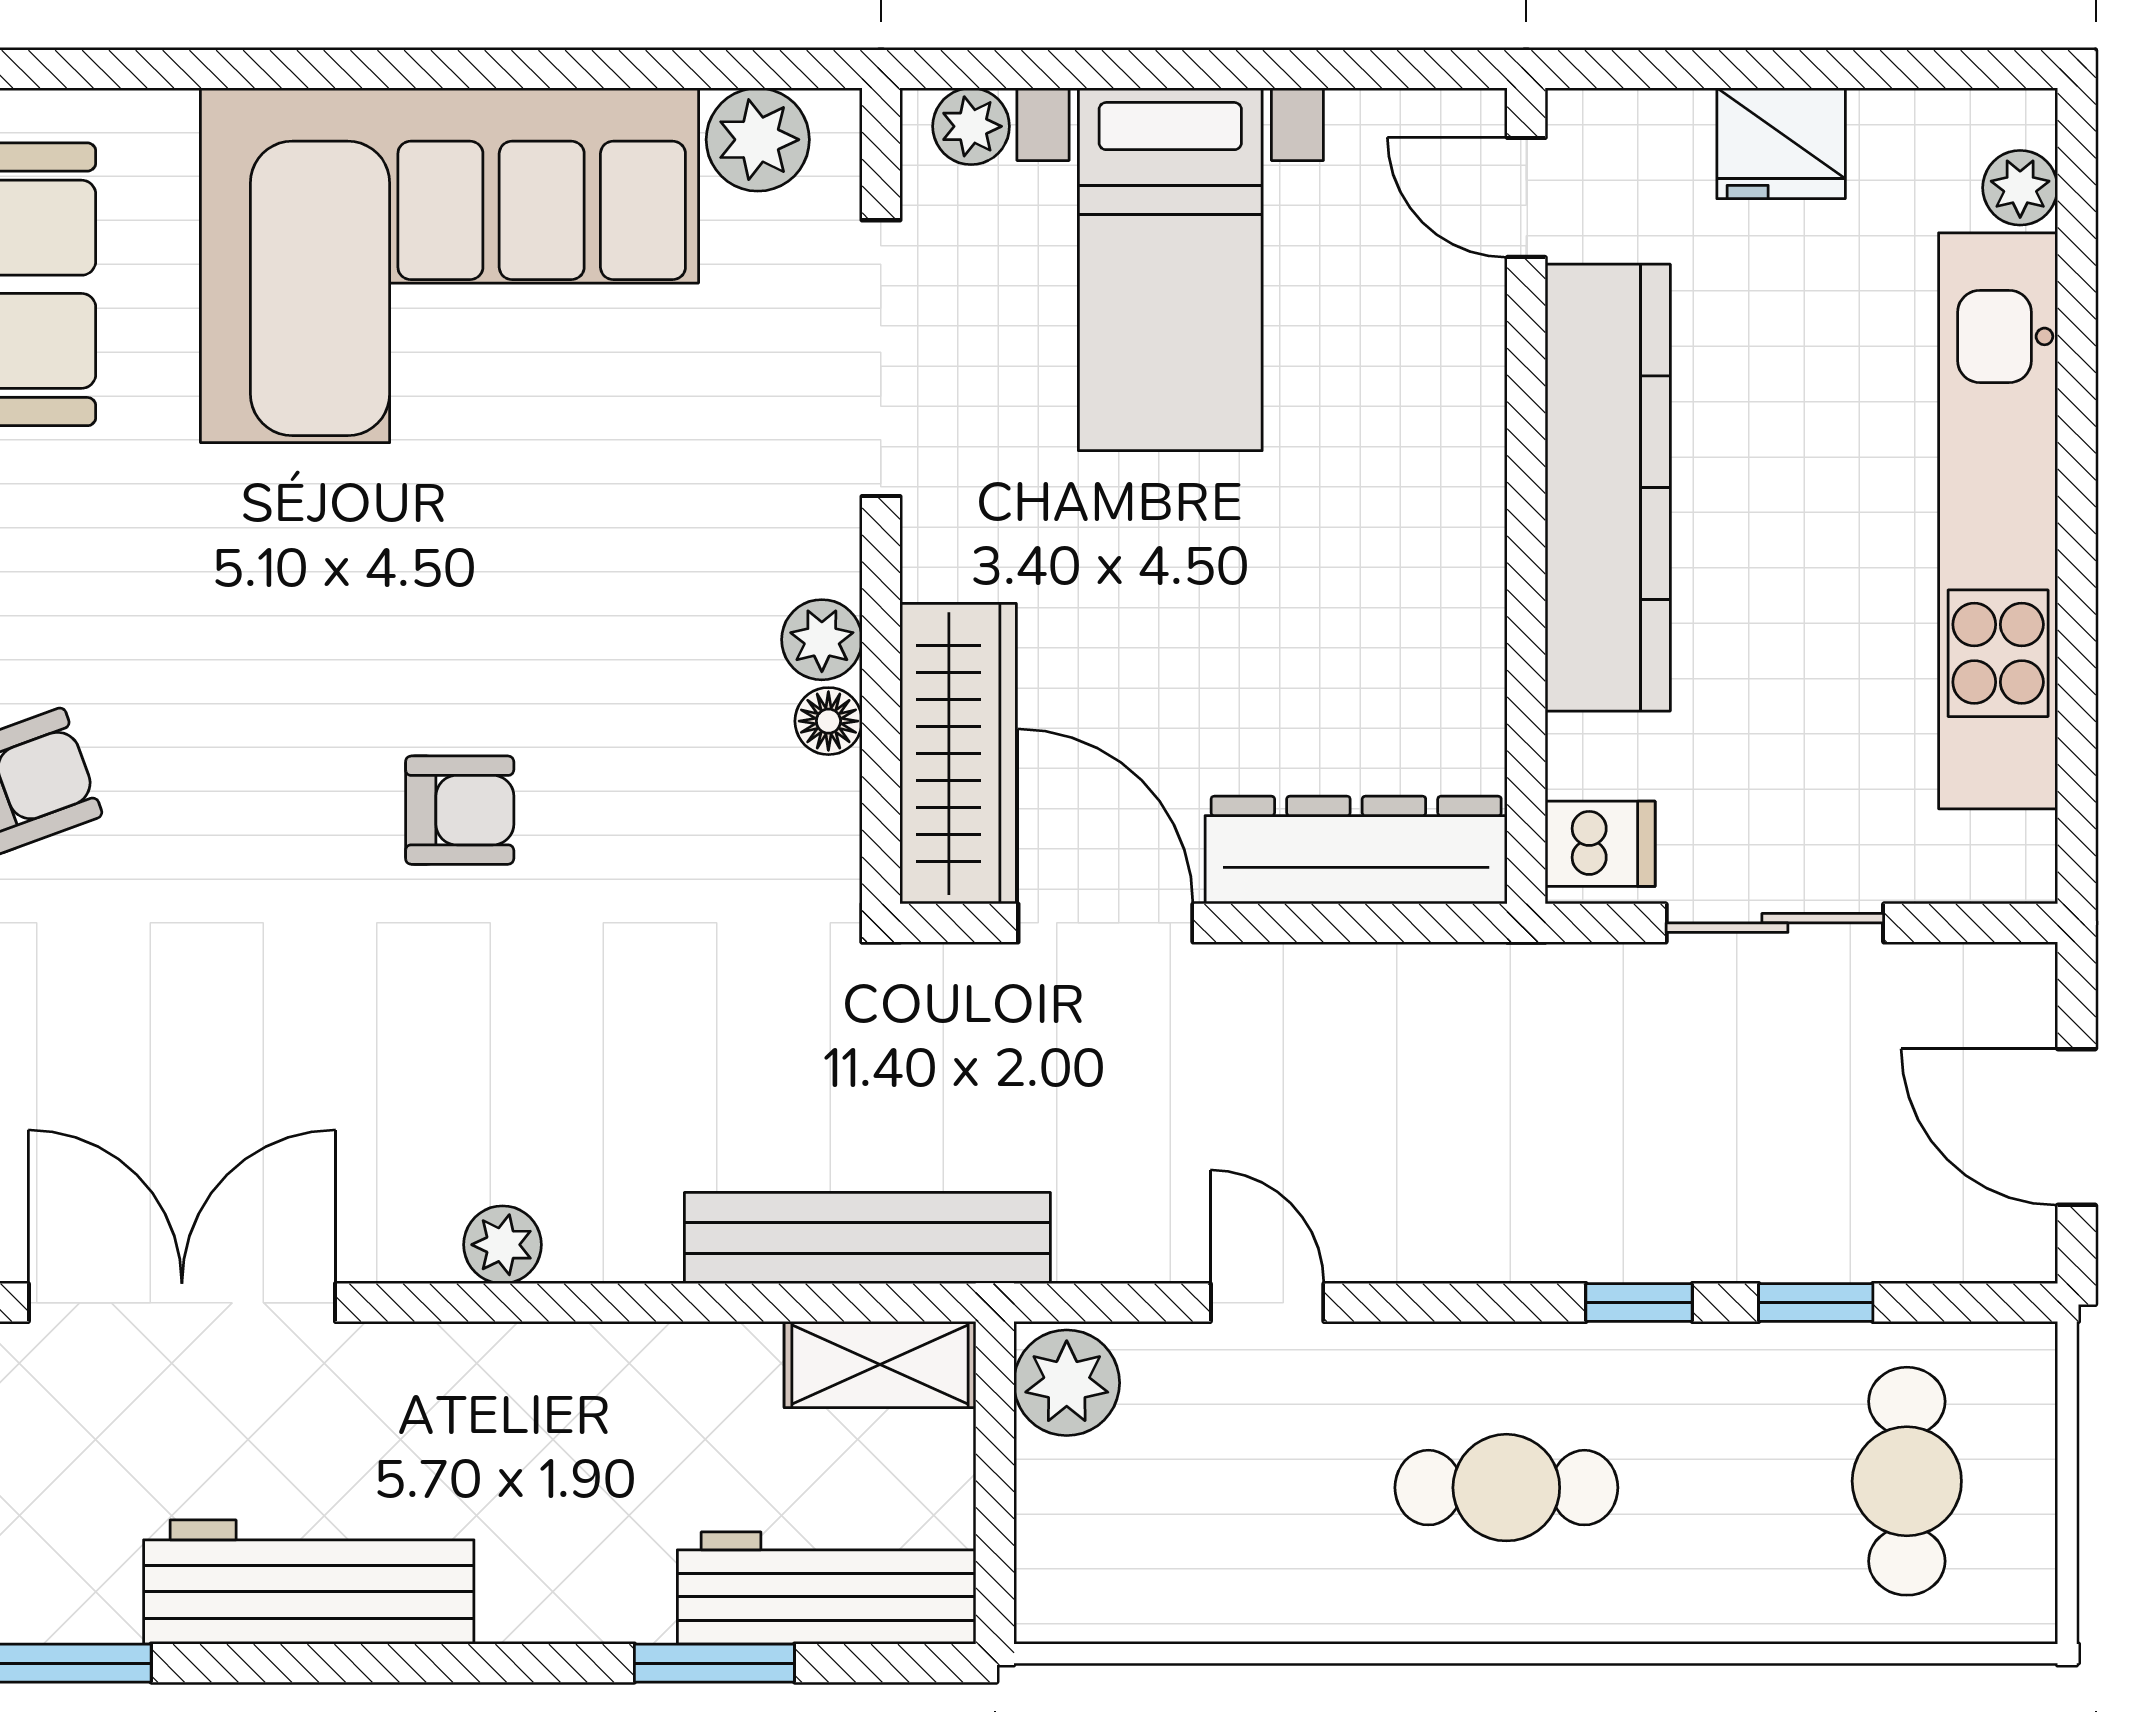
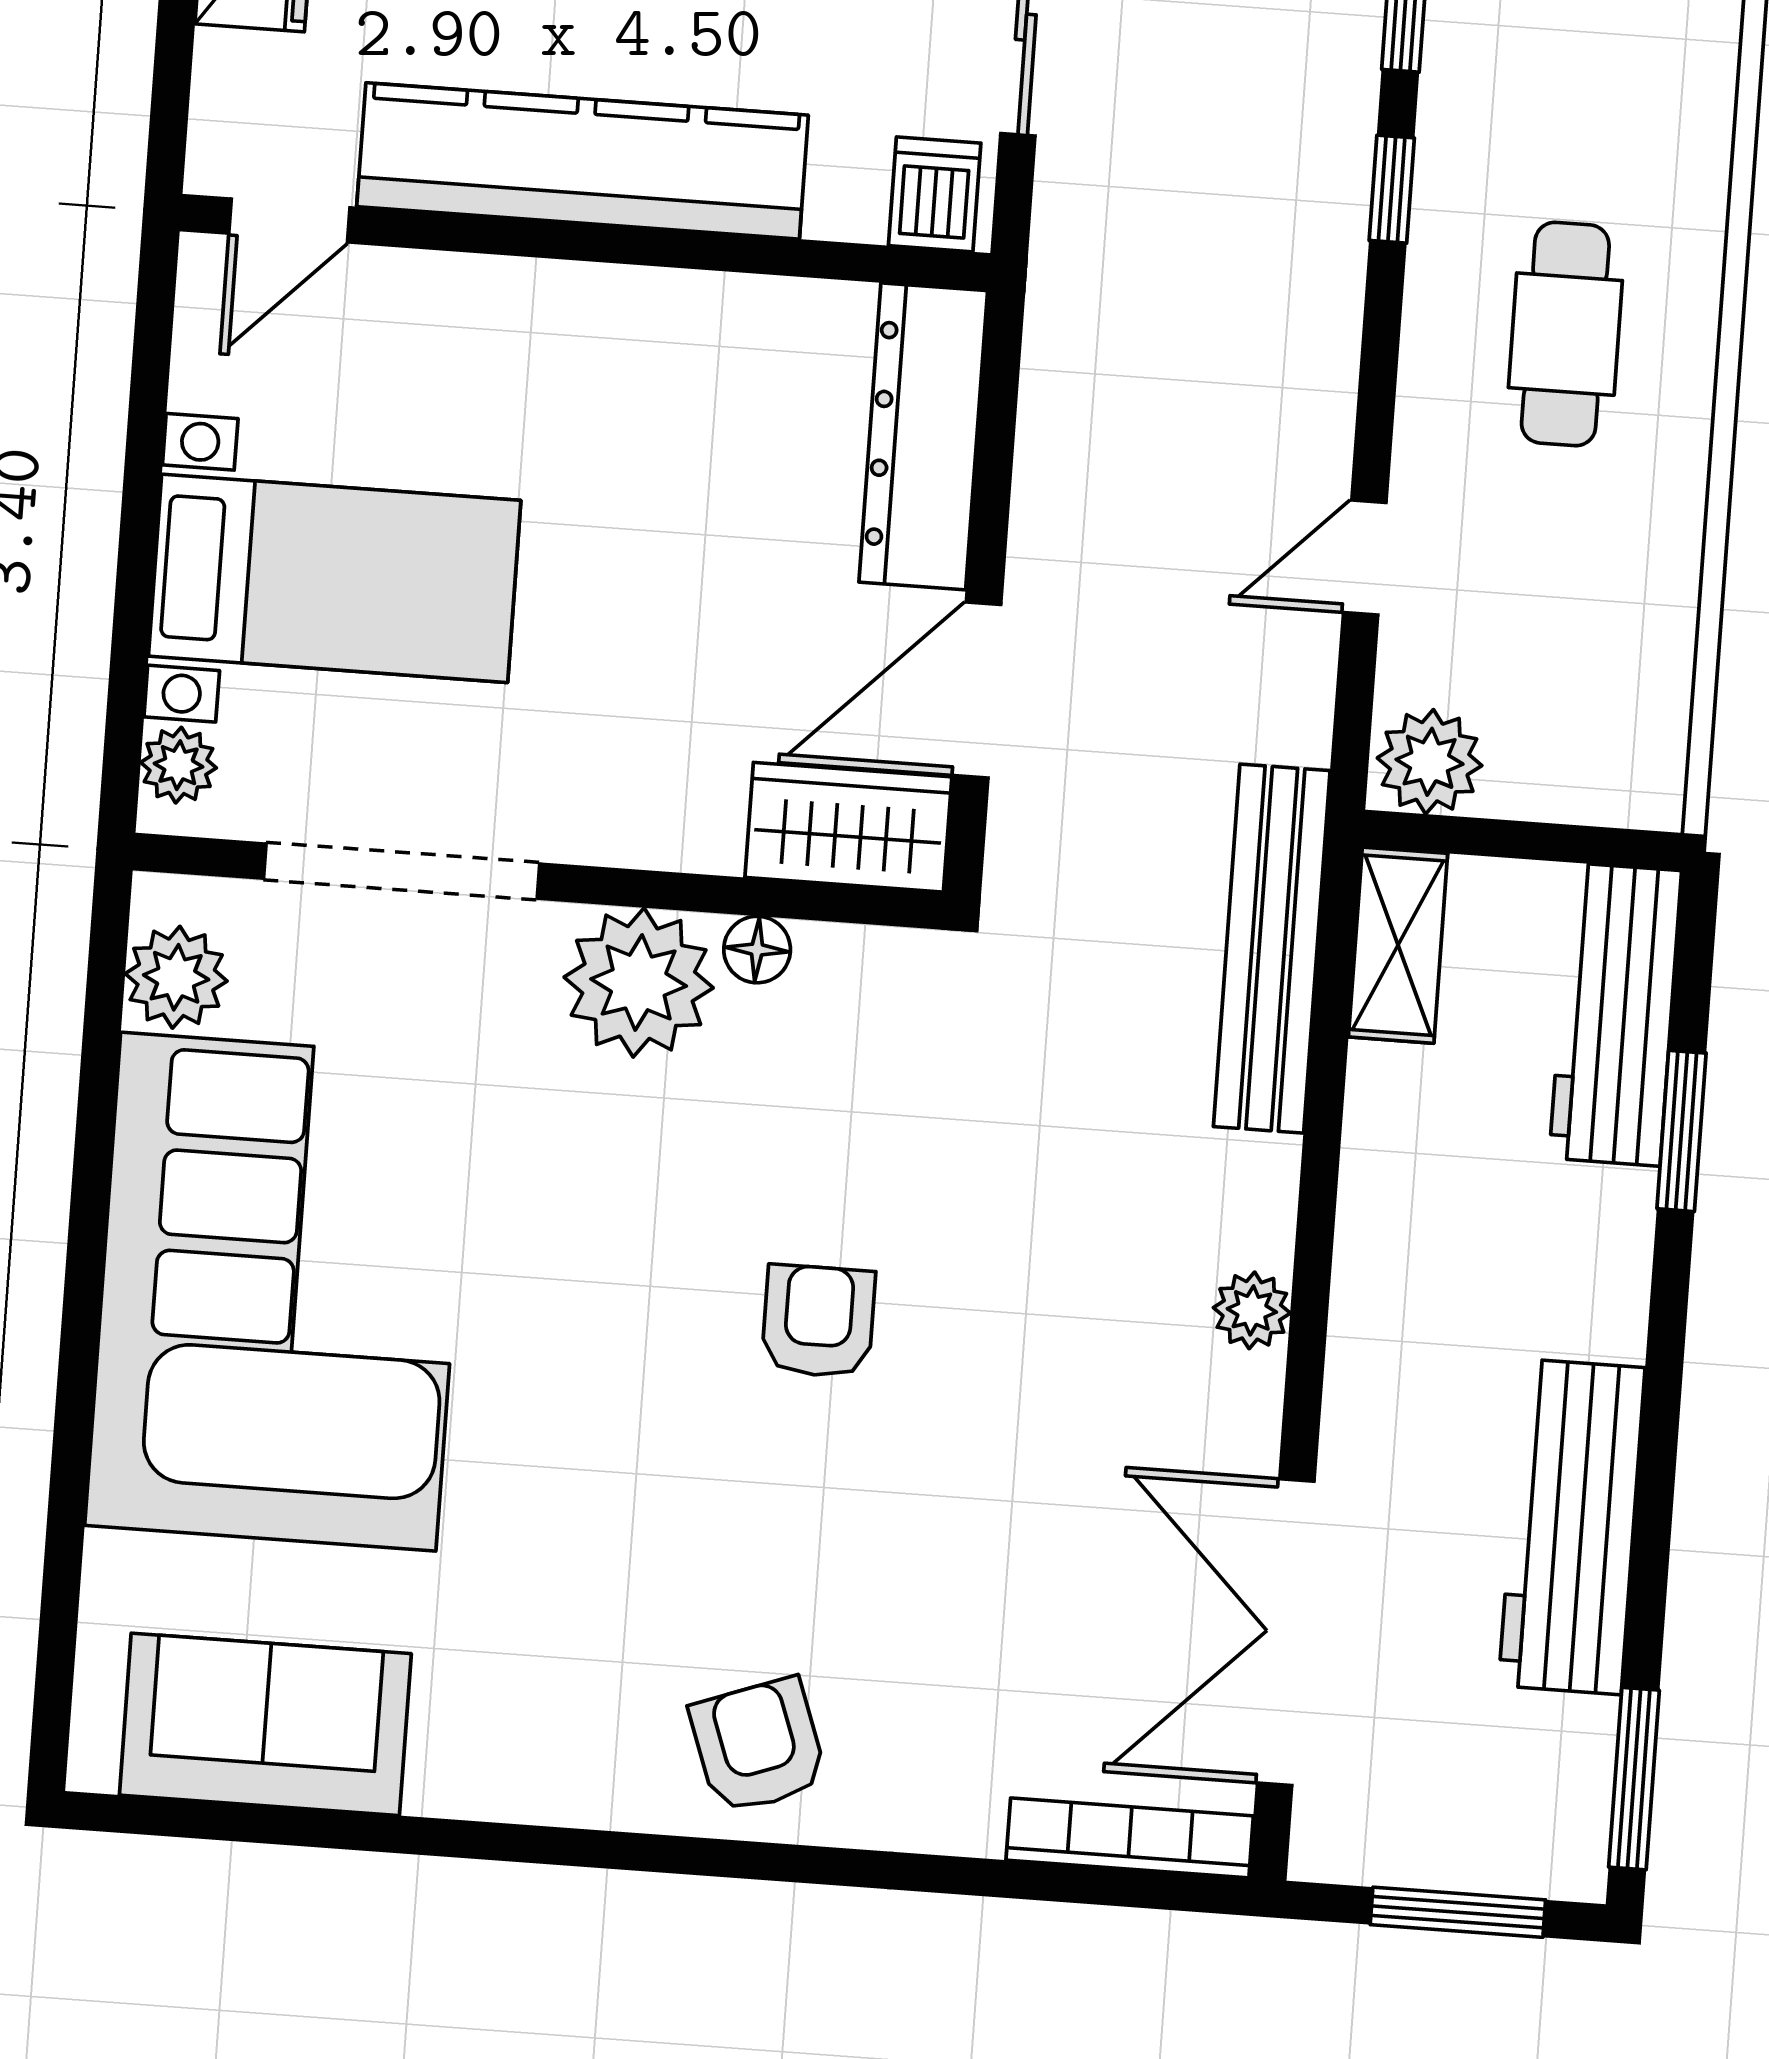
plant: (822, 640) -> (639, 982), width x1.88, depth x1.88
wardrobe: (958, 754) -> (848, 827), width x0.67

